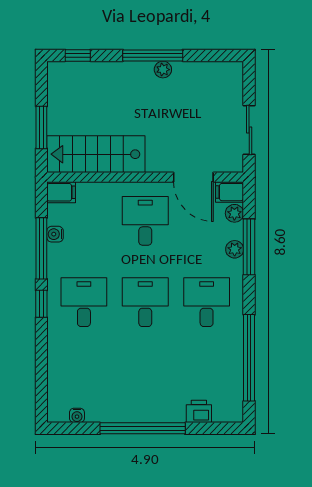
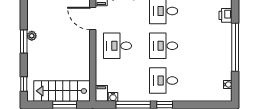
window: (153, 55) -> (24, 42), width x0.69
stairs: (96, 154) -> (62, 91), moved, turned 90
door: (193, 177) -> (93, 18), swing flipped
water cooler: (55, 234) -> (113, 97), moved

